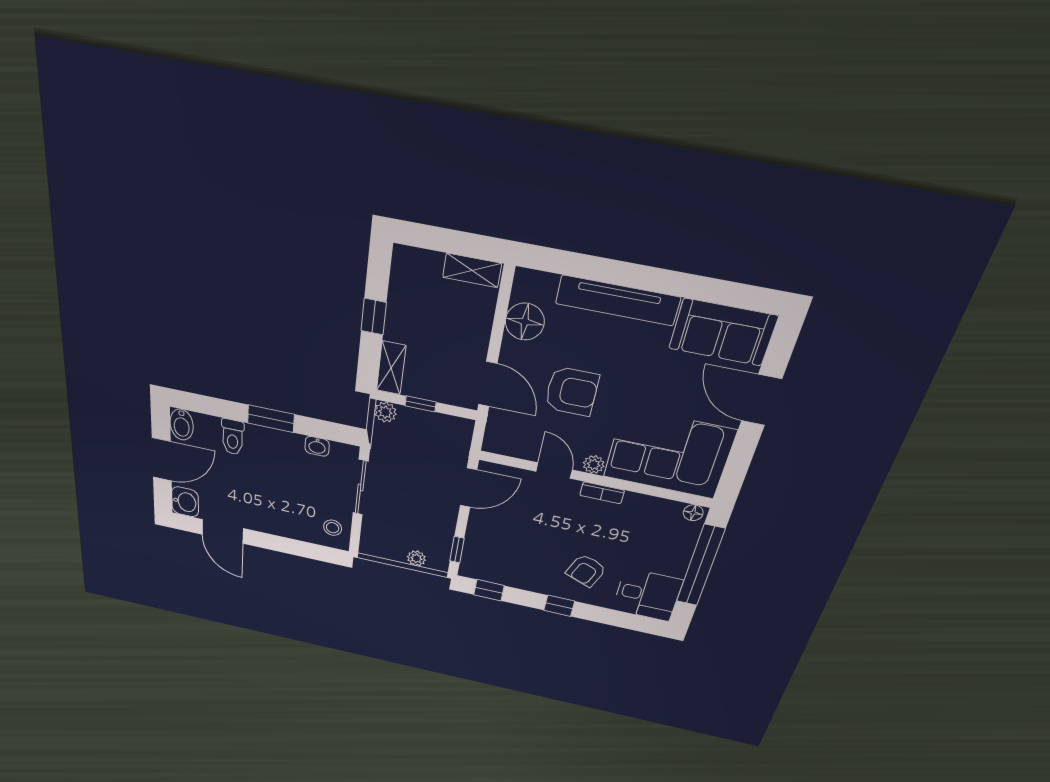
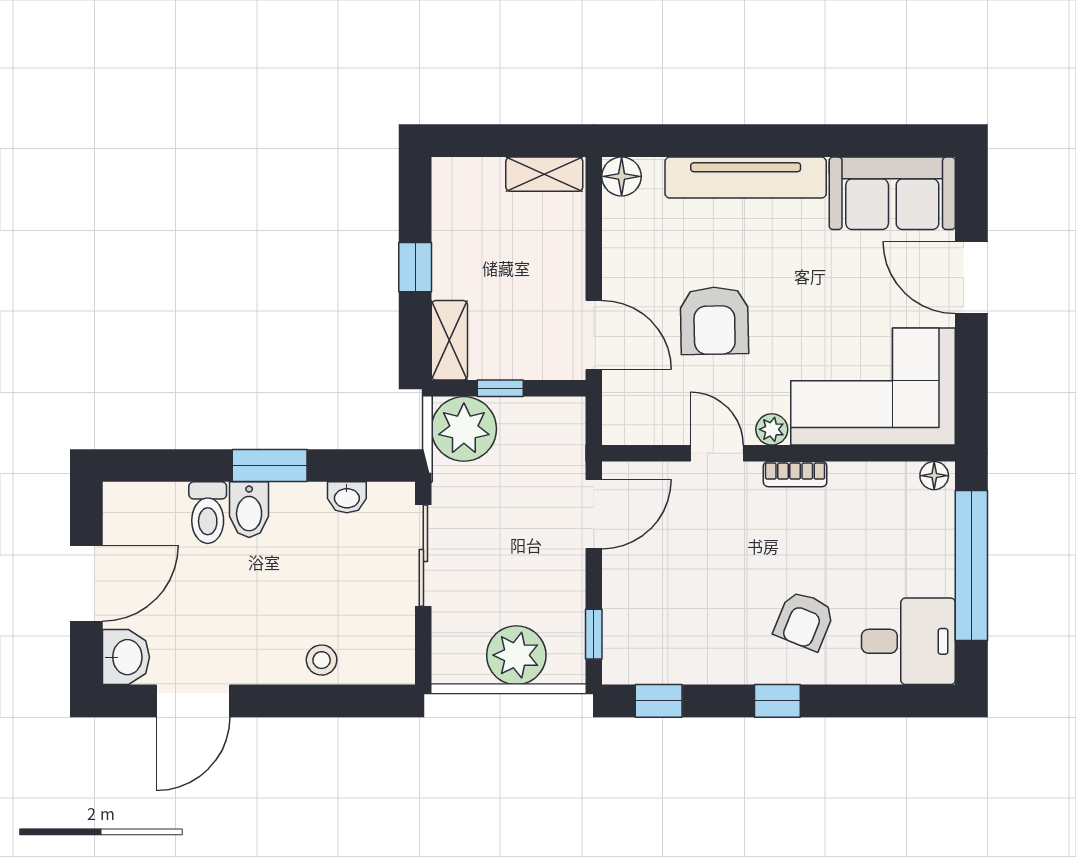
floor lamp: (525, 322) -> (622, 176), moved, width x0.73, depth x0.73
armchair: (572, 391) -> (714, 321), turned 89
plant: (385, 412) -> (464, 429), width x1.87, depth x1.87
bidet: (182, 425) -> (249, 510), moved
stool: (333, 528) -> (322, 660), moved
door: (223, 531) -> (193, 701), hinge flipped
plant: (416, 558) -> (516, 655), width x1.87, depth x1.87

